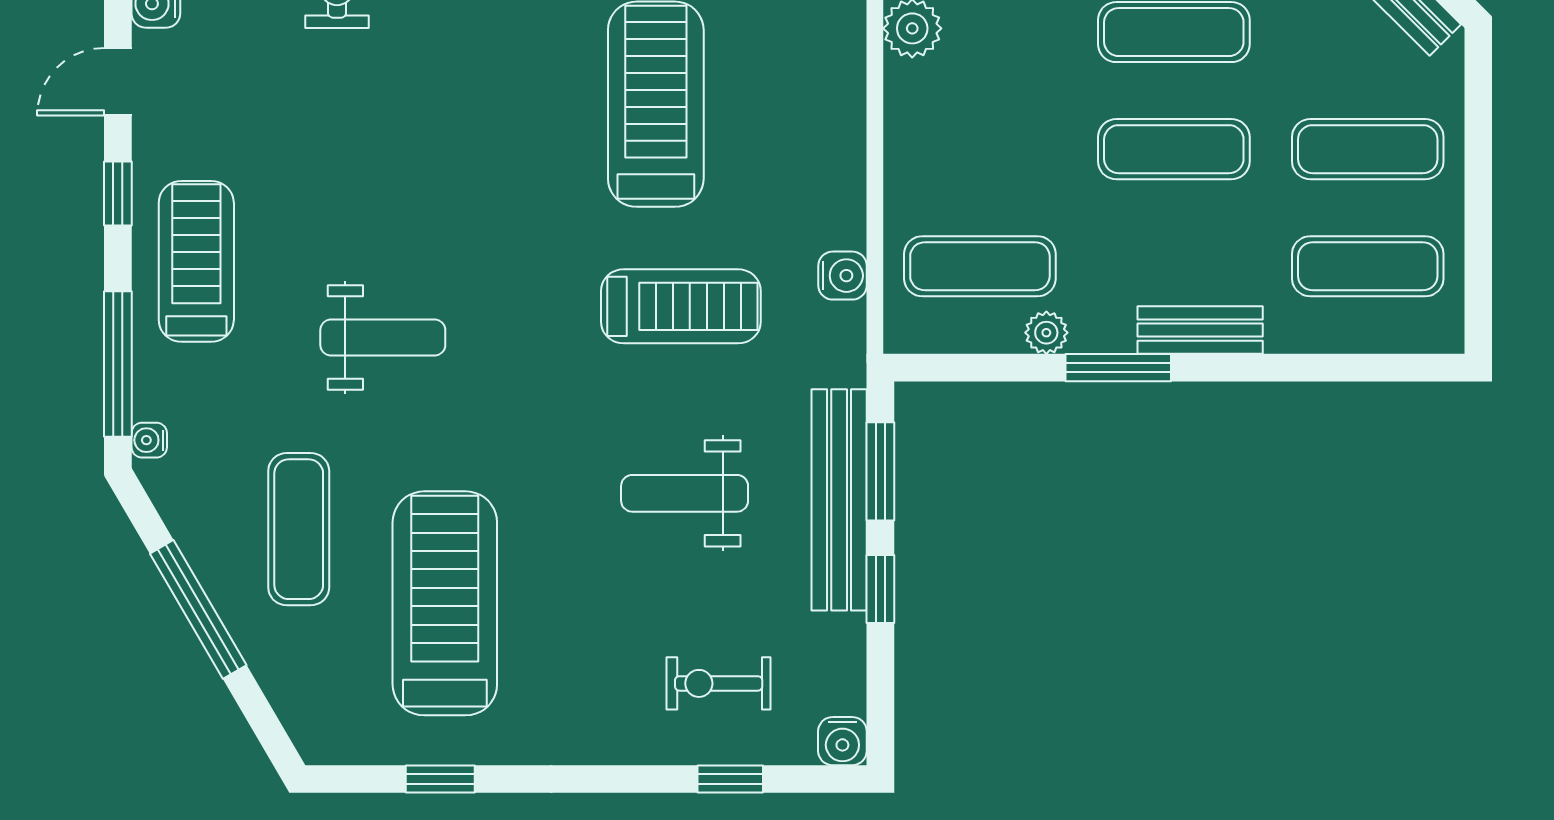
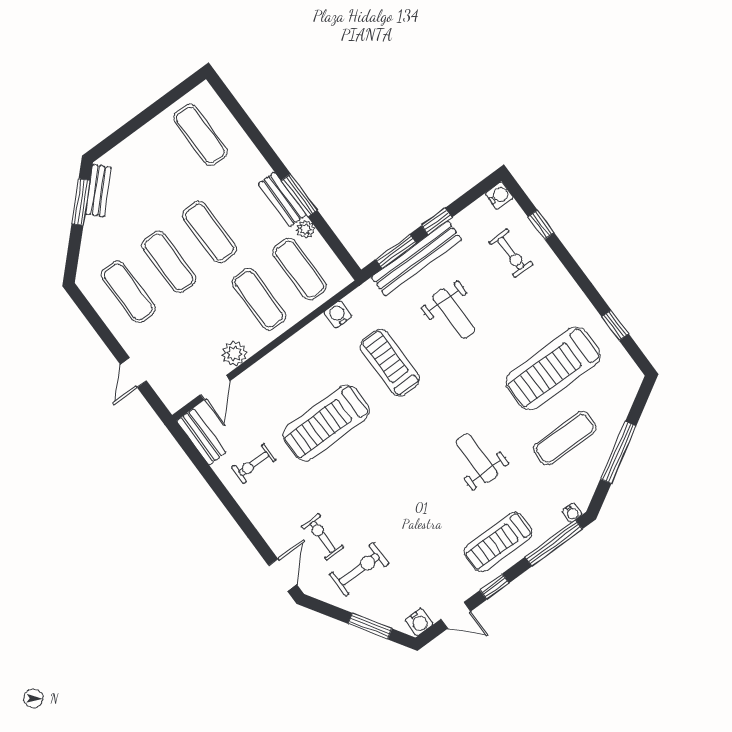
exercise mat: (1368, 149) -> (259, 299), moved
bench: (1200, 330) -> (282, 199), moved

